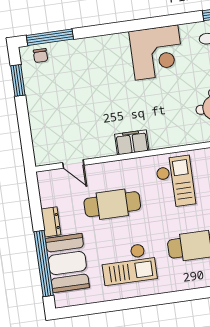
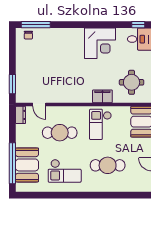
window: (18, 80) -> (12, 84), moved
filing cabinet: (132, 142) -> (102, 96), moved
checkout: (175, 182) -> (100, 124), turned 180
dresser: (51, 222) -> (21, 115), moved

